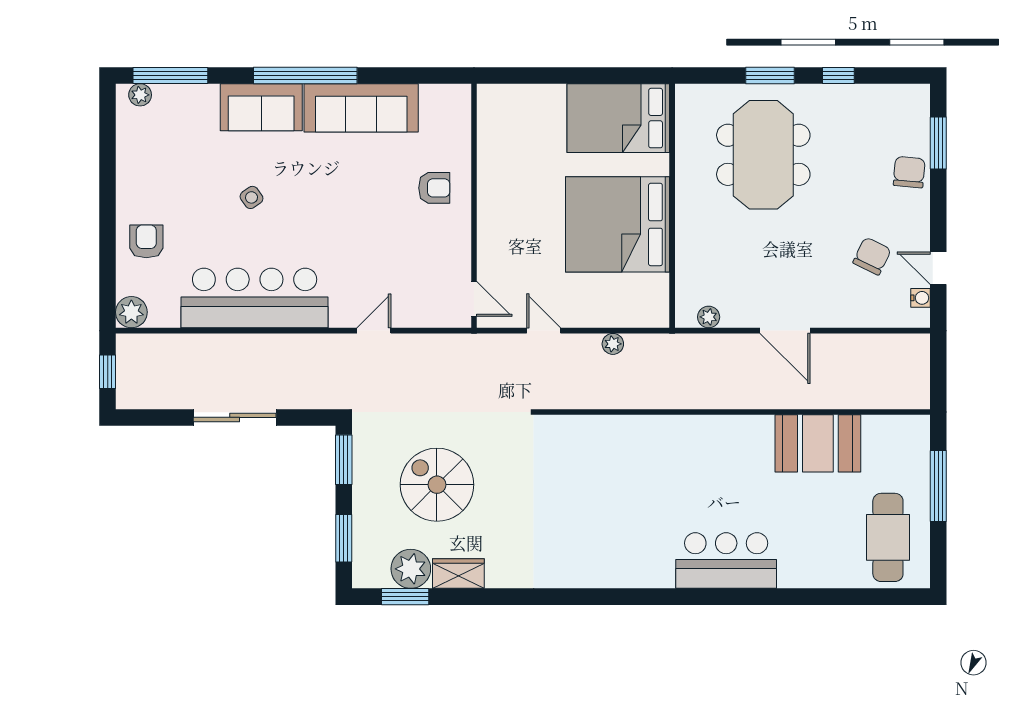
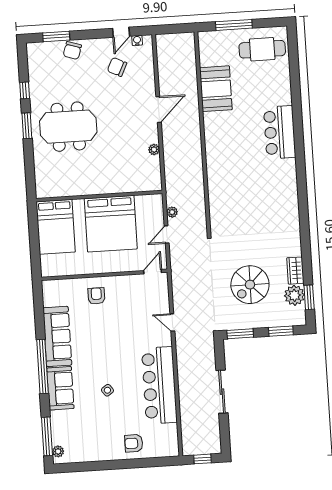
bed: (618, 118) -> (56, 227), moved
chair: (909, 172) -> (72, 50), turned -77
wall: (672, 206) -> (99, 196), moved
bed: (618, 224) -> (111, 224), moved
plant: (131, 312) -> (171, 449), removed
plant: (613, 344) -> (172, 212), moved

